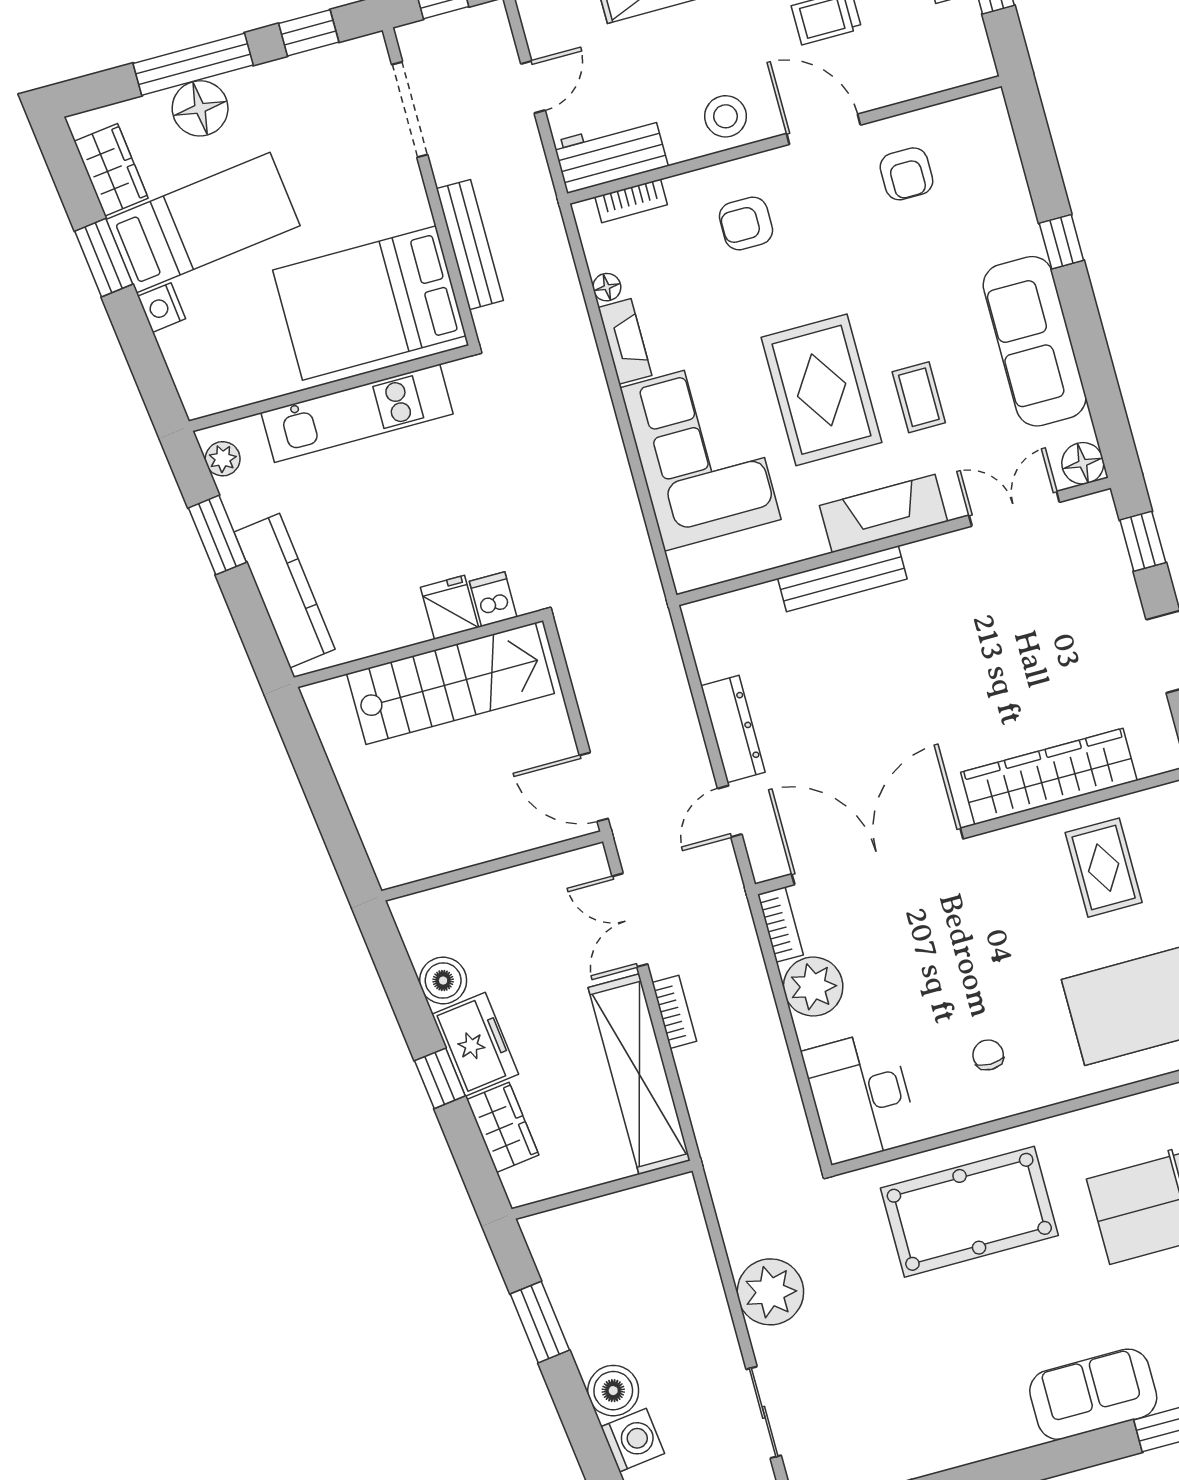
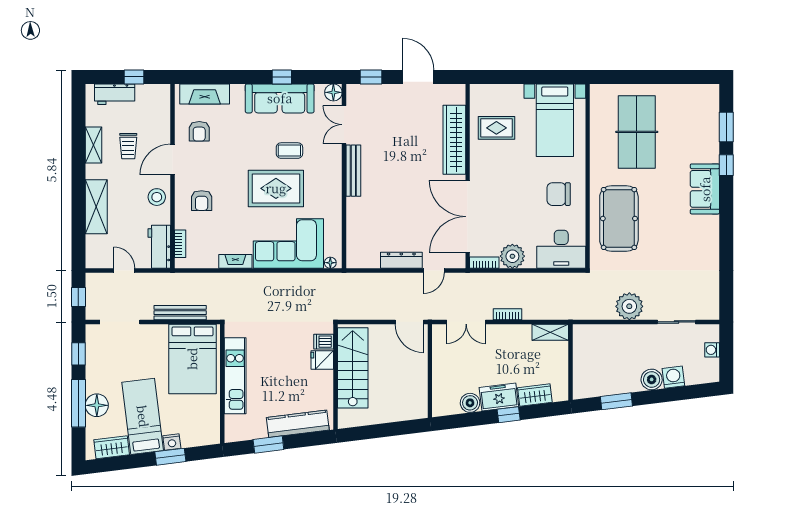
armchair: (906, 174) -> (199, 131), turned 90
window: (1061, 242) -> (282, 77), moved
window: (104, 258) -> (170, 457), moved
floor lamp: (607, 287) -> (330, 263), moved
plant: (223, 459) -> (239, 434), removed
fireplace: (884, 514) -> (205, 94), moved, turned -90
bench: (842, 579) -> (353, 171), moved
door: (594, 787) -> (409, 322), hinge flipped
door: (730, 811) -> (434, 271), hinge flipped
chair: (988, 1055) -> (559, 194), width x1.87, depth x1.87
shelving: (639, 1074) -> (550, 332), width x0.45, depth x0.75

